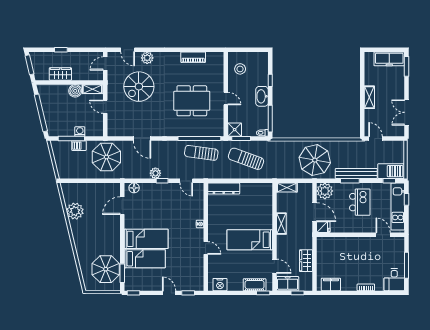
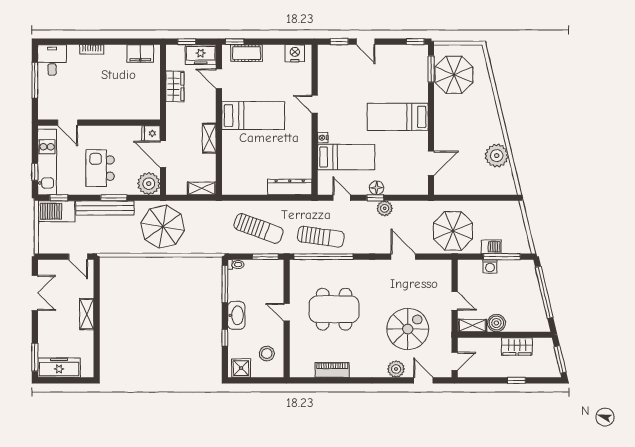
shower: (235, 130) -> (241, 368), moved
floor lamp: (134, 188) -> (377, 188), moved
bed: (145, 259) -> (346, 157), moved, turned 180

